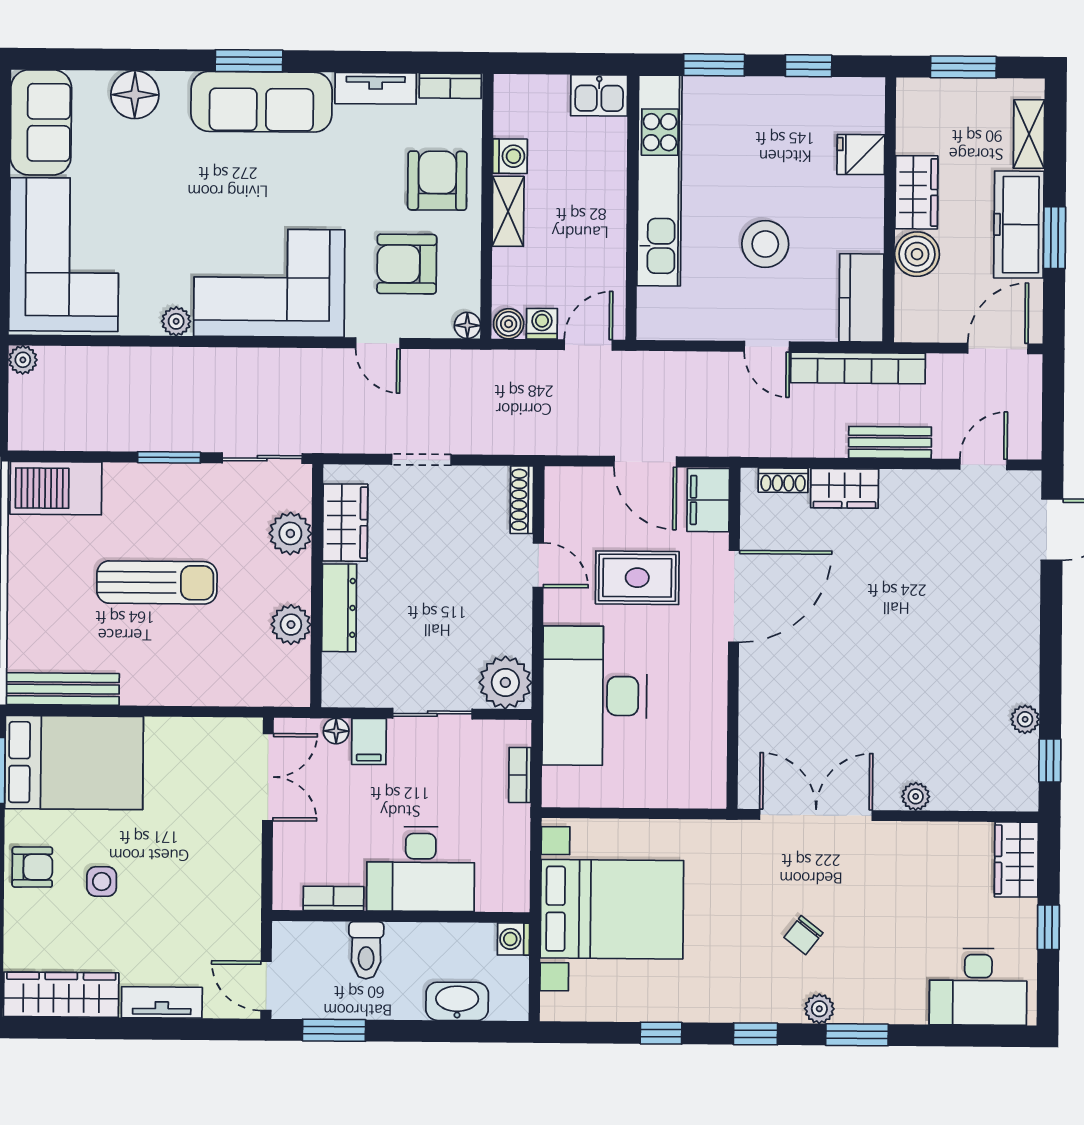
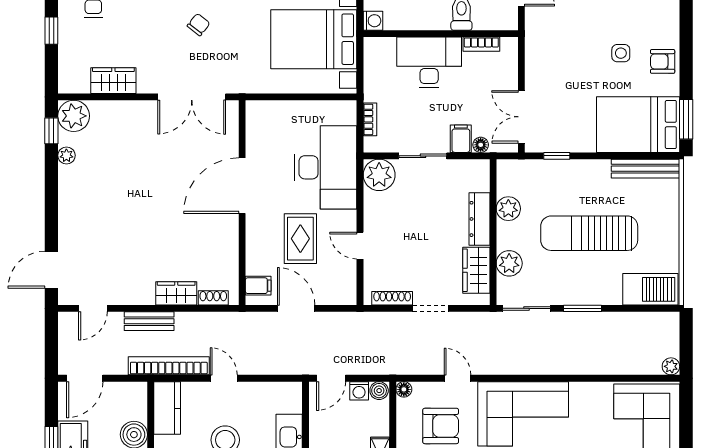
plant: (176, 321) -> (579, 390), removed
shoe rack: (522, 500) -> (392, 298), moved, turned -90
filing cabinet: (708, 500) -> (258, 286), width x0.50
rug: (637, 578) -> (300, 239), turned 90
sun lounger: (157, 582) -> (589, 233), width x1.36, depth x1.34
door: (734, 596) -> (242, 186), moved
window: (210, 712) -> (557, 156), added
plant: (916, 796) -> (74, 116), moved, width x1.88, depth x1.88
wardrobe: (1016, 860) -> (113, 81), moved, turned -90

